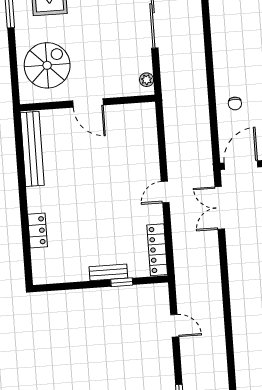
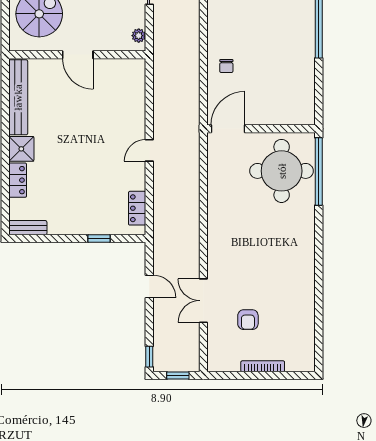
shower: (39, 199) -> (21, 149), added
double door: (220, 208) -> (203, 301), moved
locker: (157, 250) -> (137, 208), width x0.66
bench: (108, 272) -> (28, 228), moved

